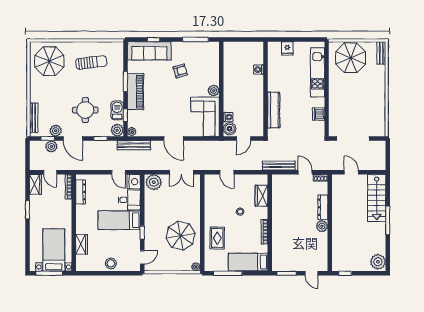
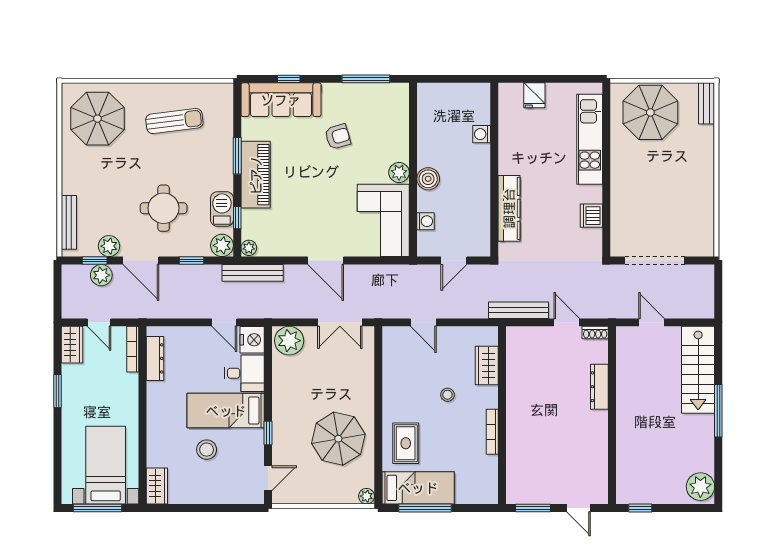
boiler: (230, 129) -> (428, 179), moved
plant: (322, 226) -> (598, 421), removed
wardrobe: (82, 244) -> (157, 486), moved
bed: (248, 262) -> (418, 488), moved, turned 180
stool: (111, 263) -> (207, 450), moved

